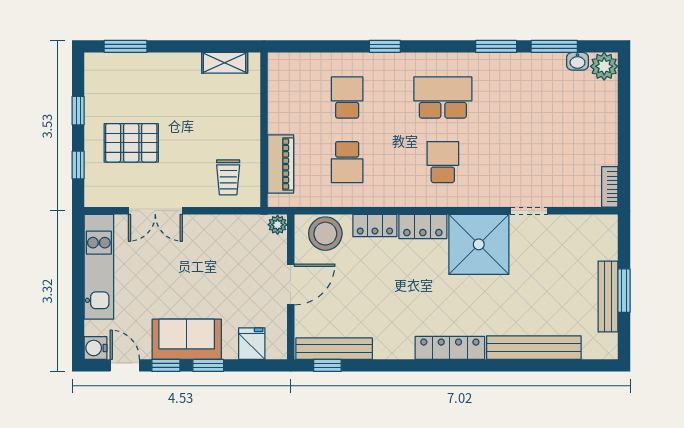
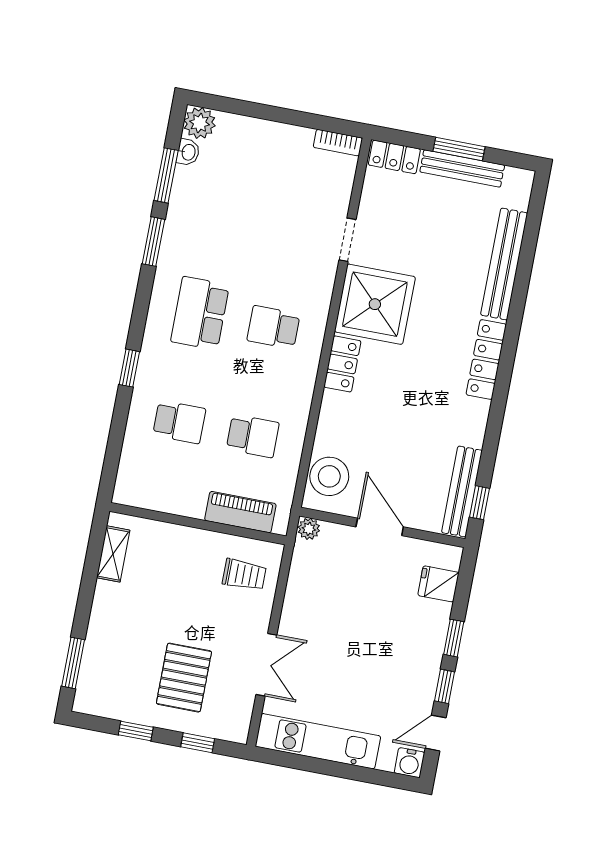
school desk: (347, 98) -> (179, 422), turned 180
locker: (375, 225) -> (394, 157), moved, turned 90
sofa: (187, 339) -> (419, 657), removed

